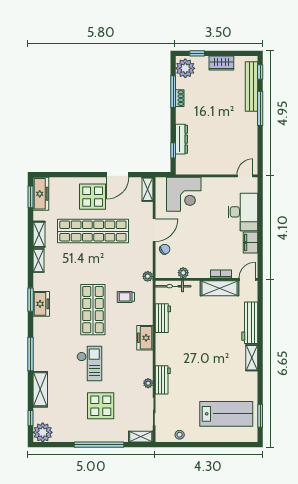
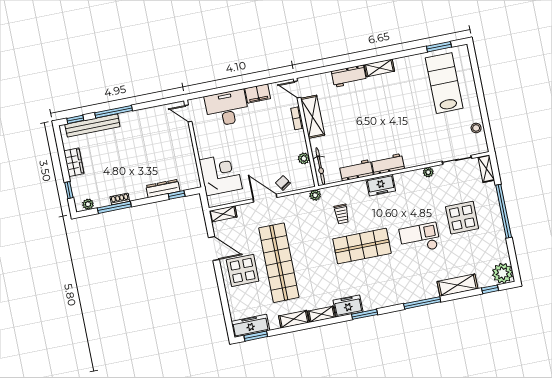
plant: (185, 68) -> (88, 204), width x0.53, depth x0.53
freezer: (41, 304) -> (348, 306), moved
workbench: (250, 323) -> (349, 76), width x0.73
workbench: (163, 380) -> (388, 164), moved

